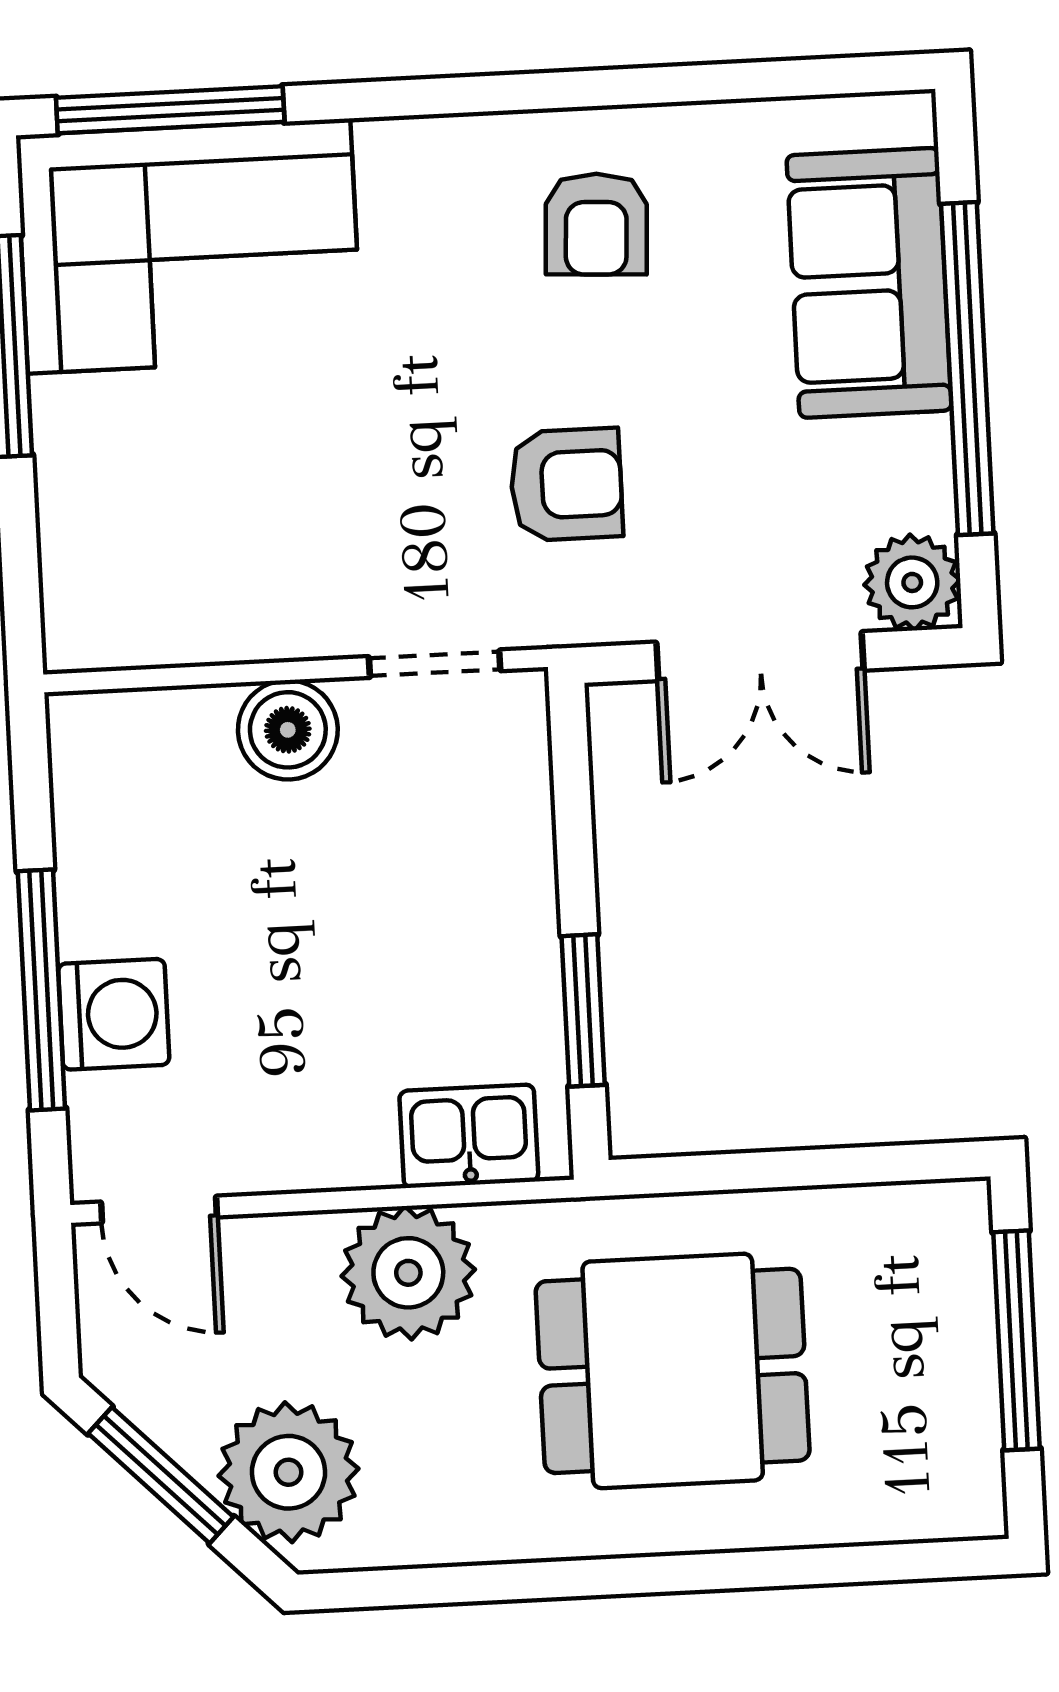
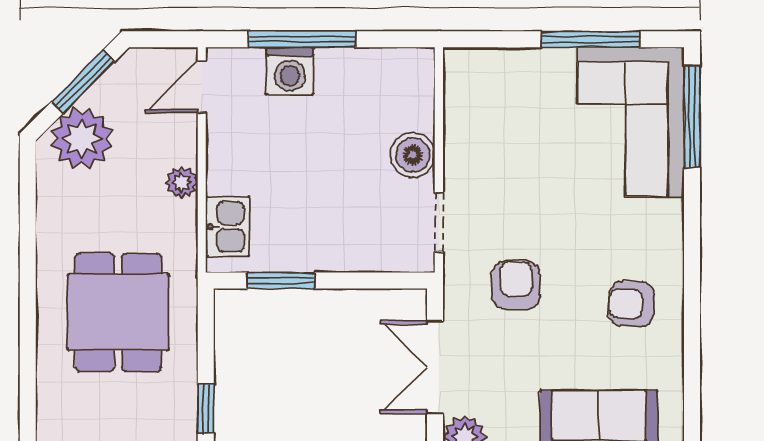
armchair: (566, 484) -> (516, 285), turned 180
window: (879, 1164) -> (206, 409), added
plant: (408, 1273) -> (182, 183), width x0.53, depth x0.53

